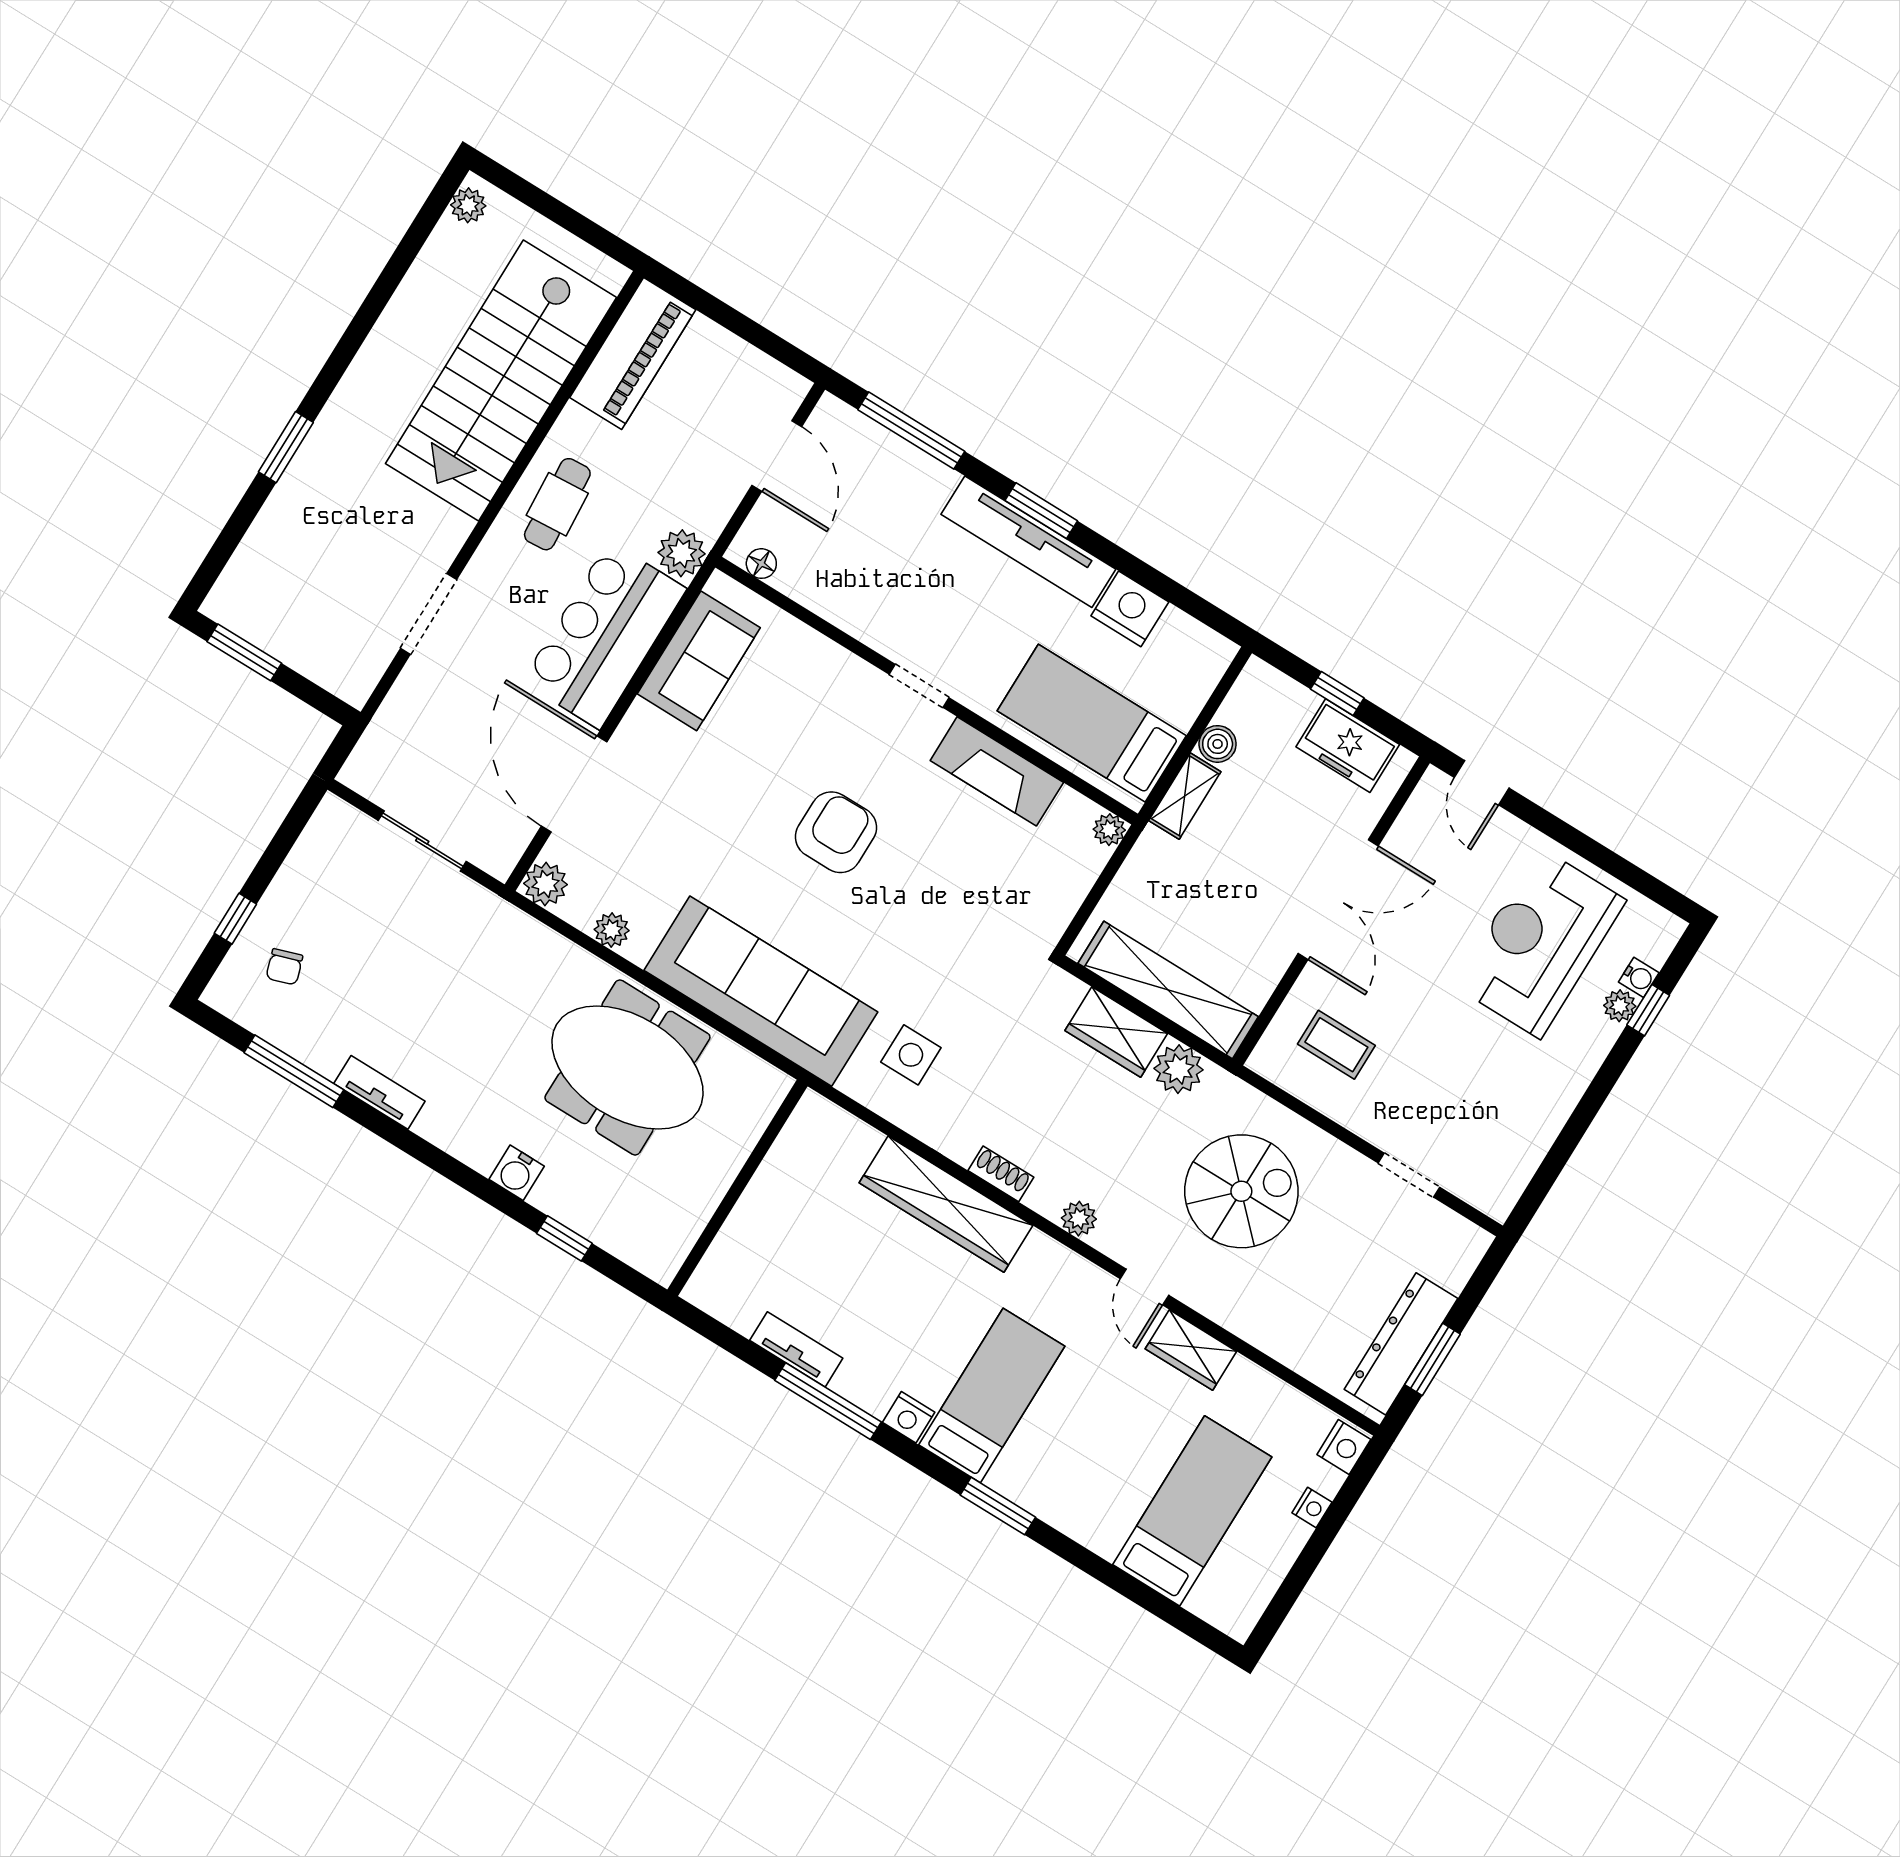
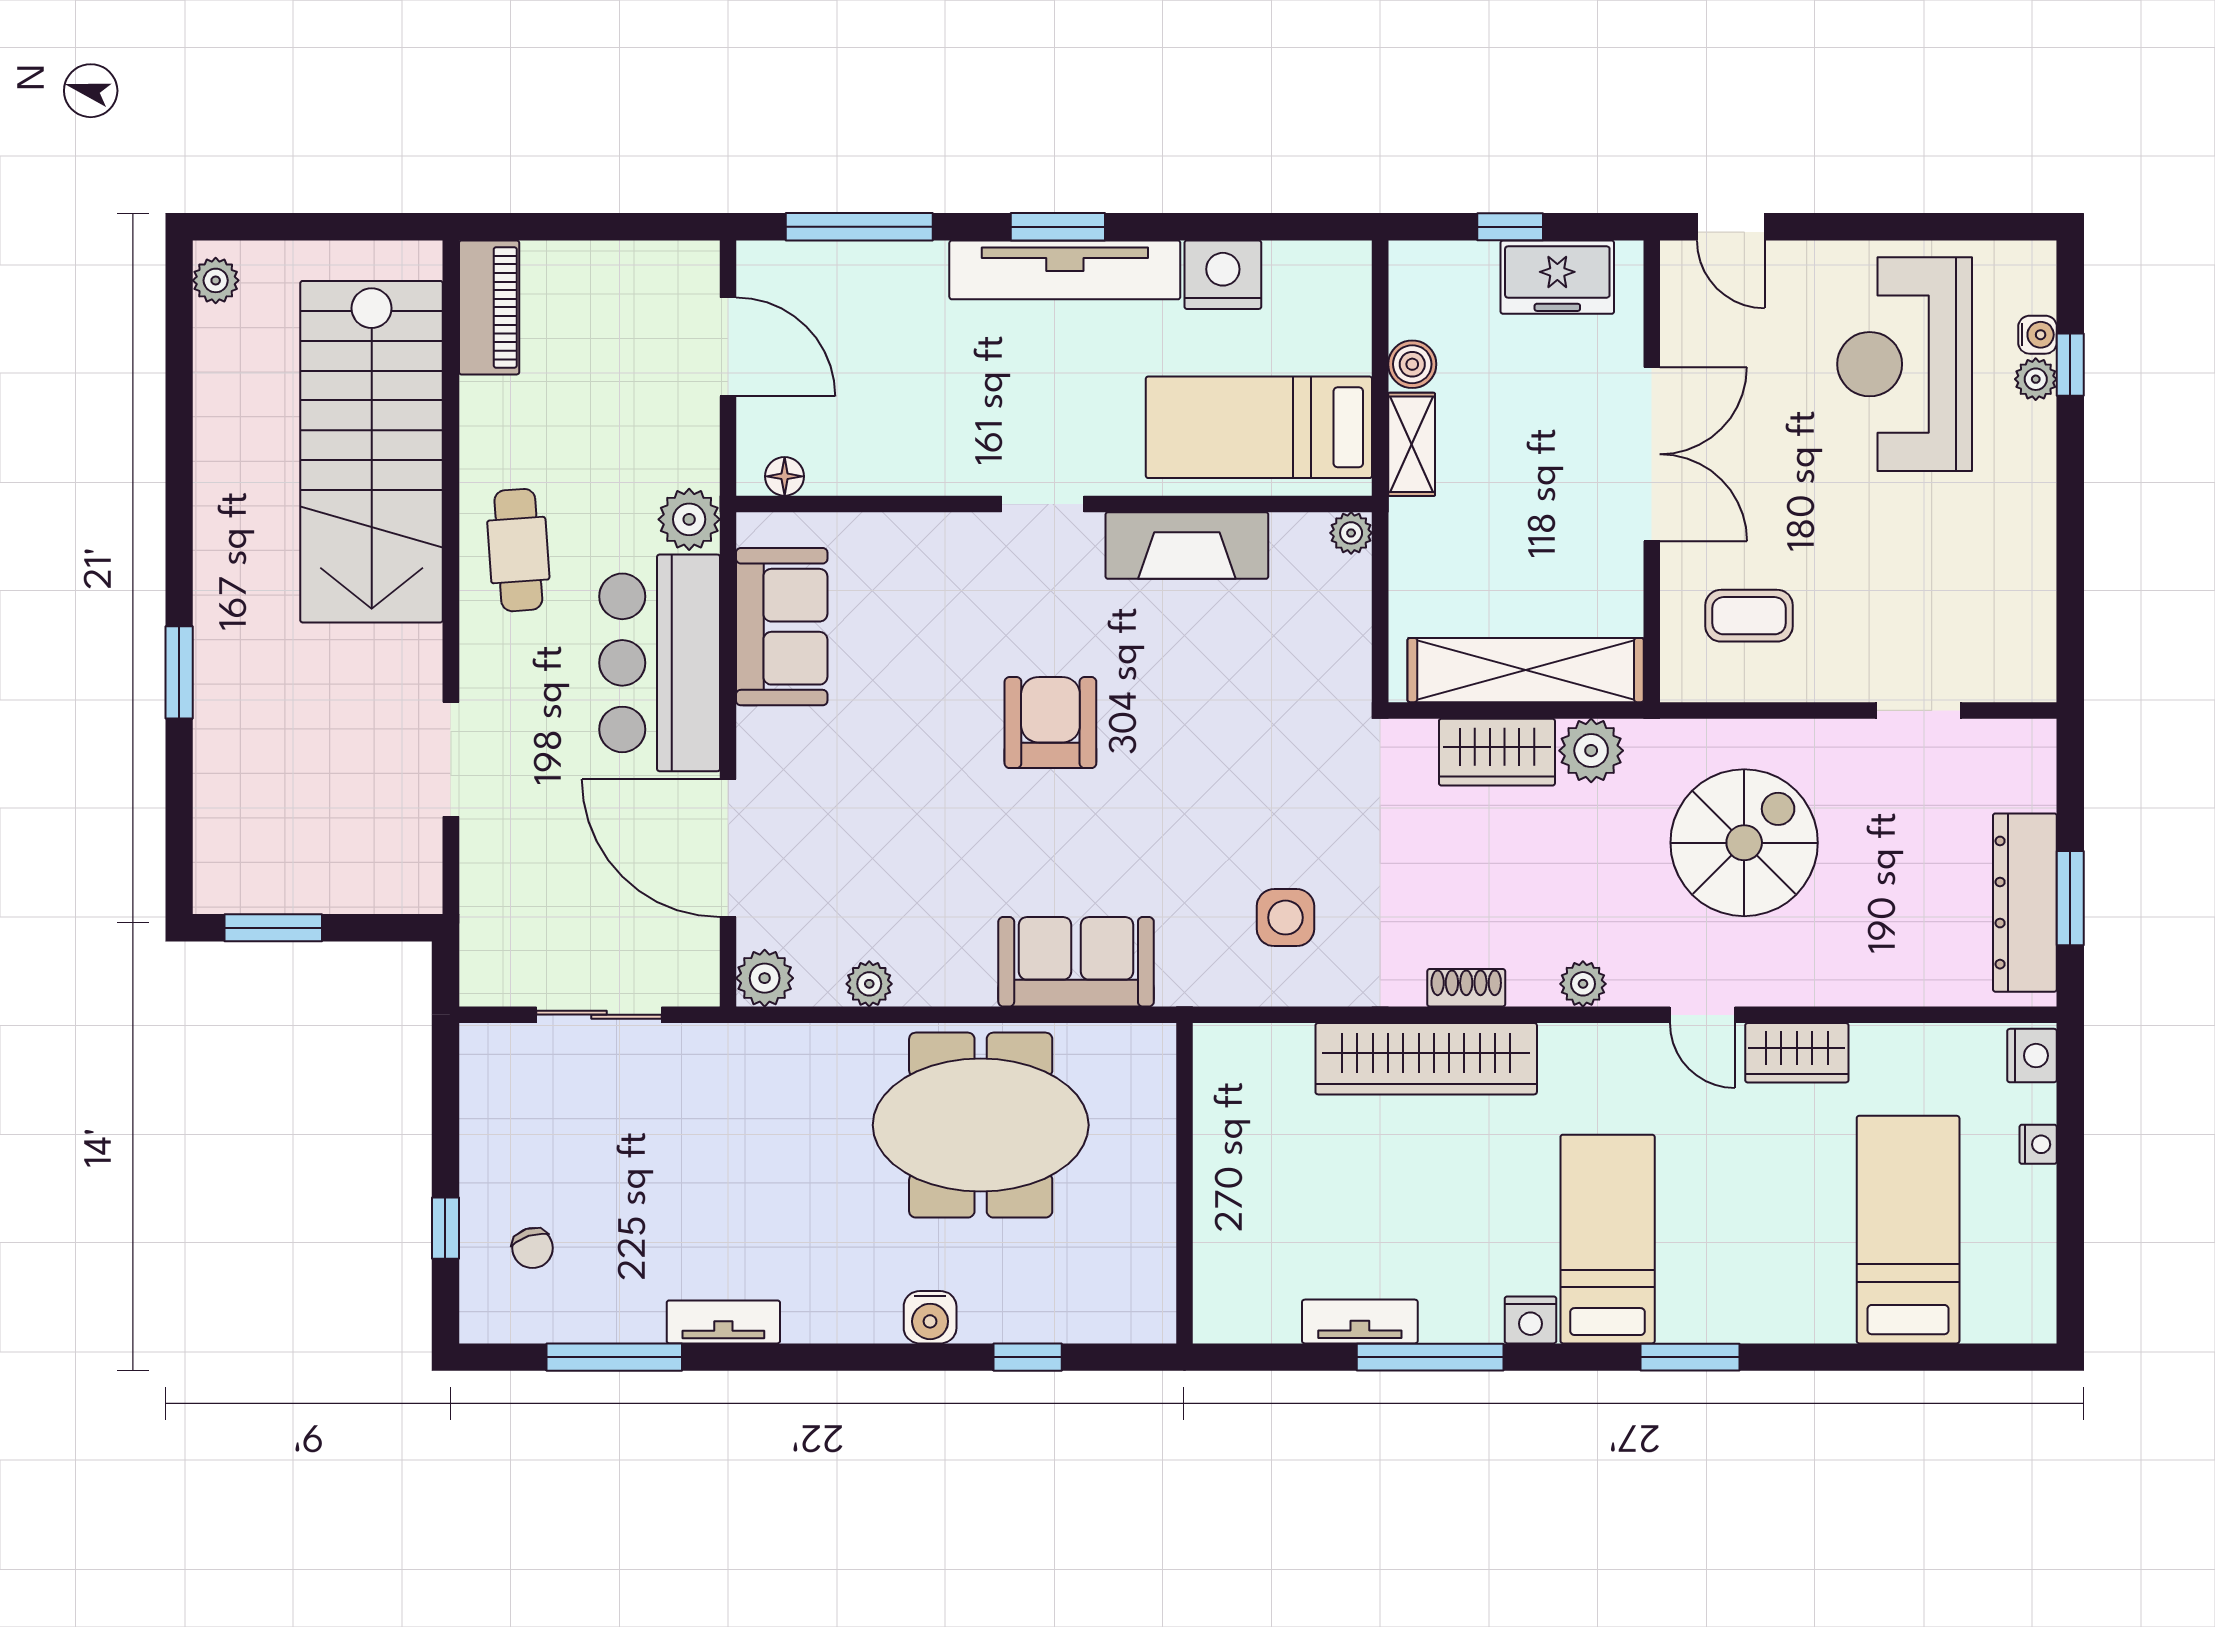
piano: (633, 354) -> (489, 307), width x0.73, depth x0.75
sofa: (761, 991) -> (1076, 962), width x0.54, depth x0.79

